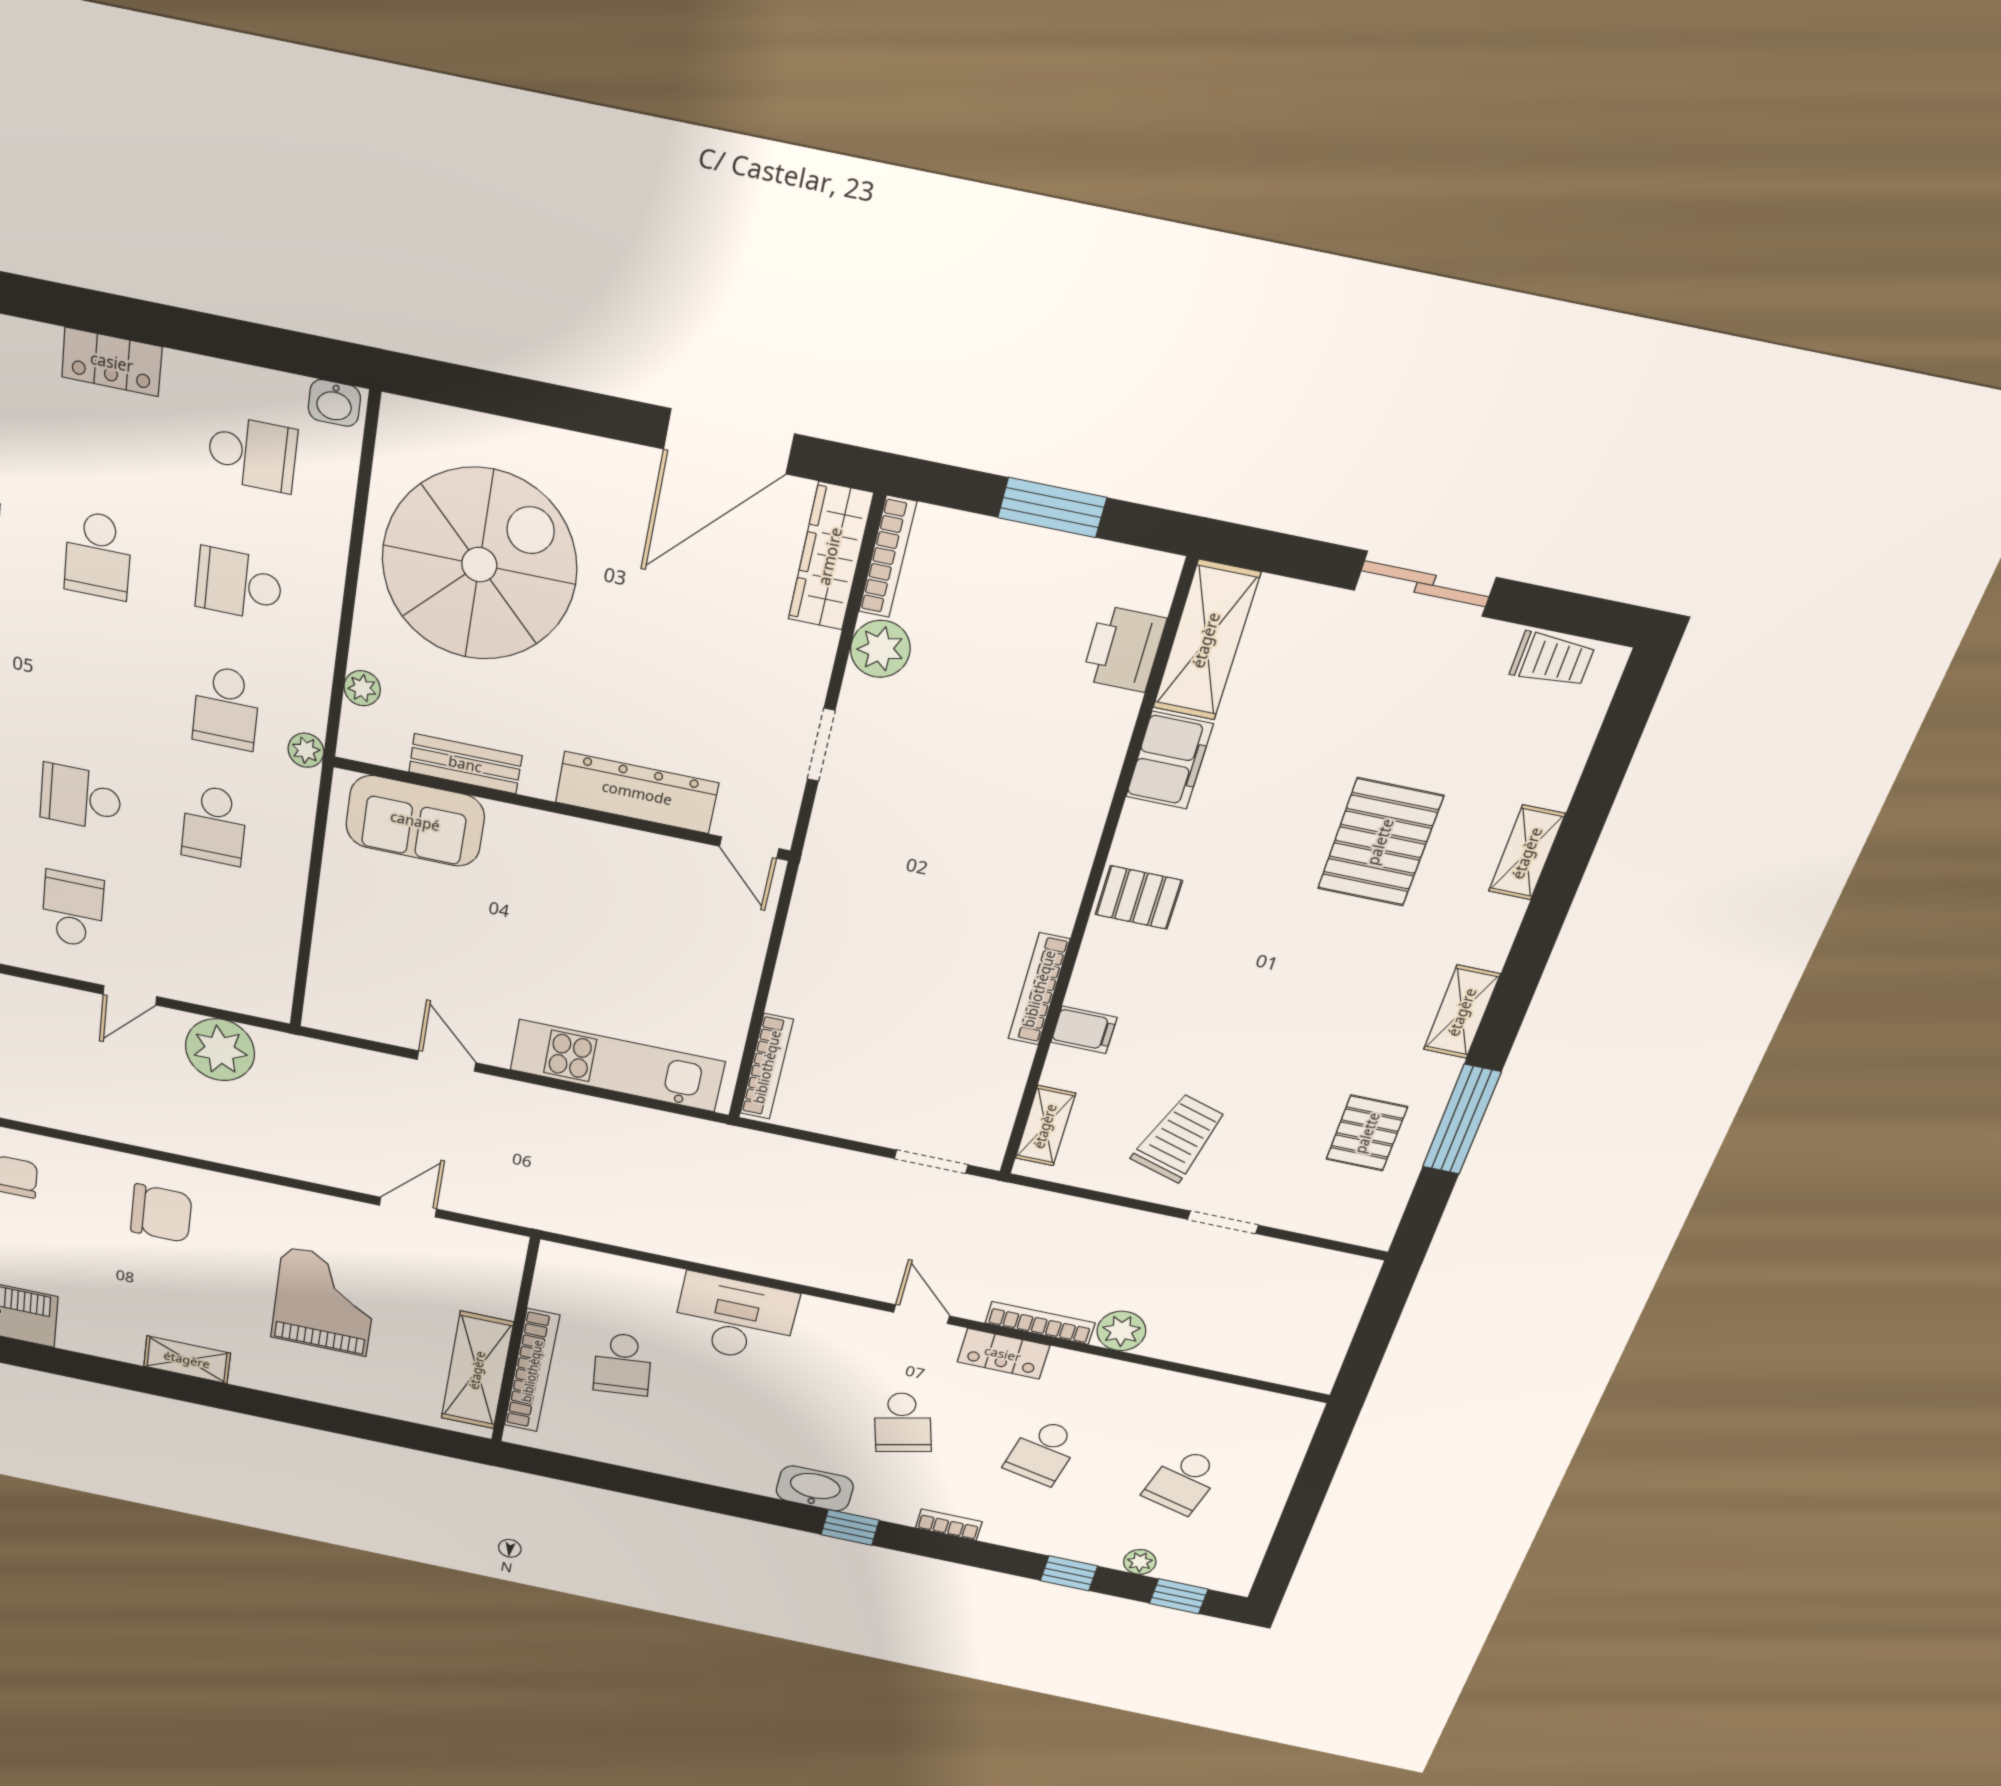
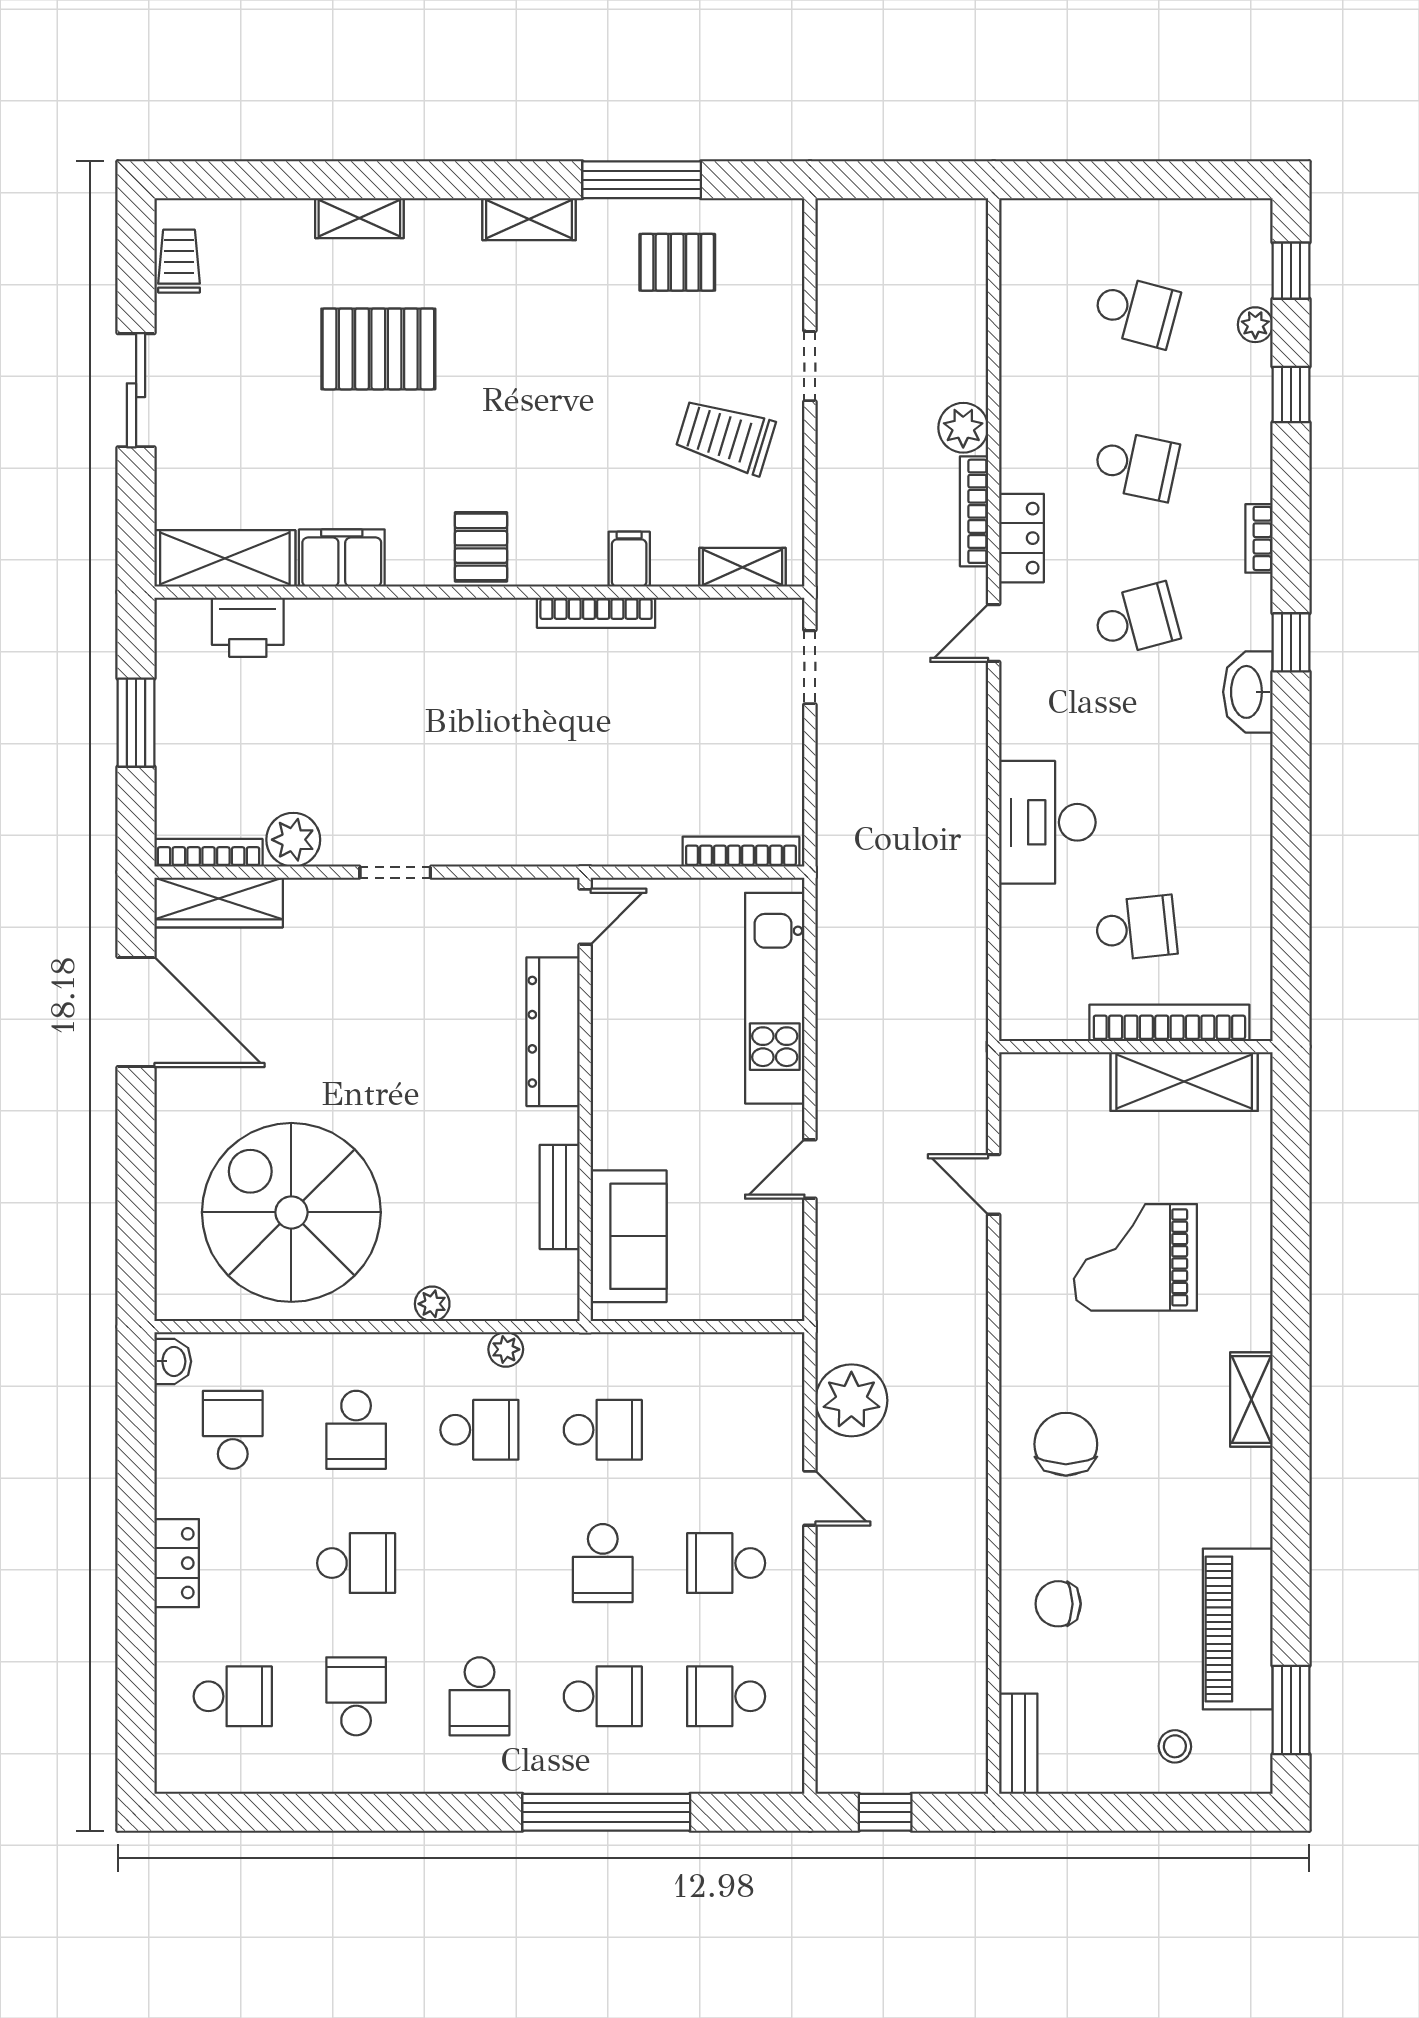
bench: (465, 764) -> (560, 1197), moved
dresser: (637, 793) -> (553, 1032), moved
wall: (561, 809) -> (585, 1099), moved
sofa: (415, 821) -> (629, 1236), moved
door: (749, 847) -> (585, 917), moved

